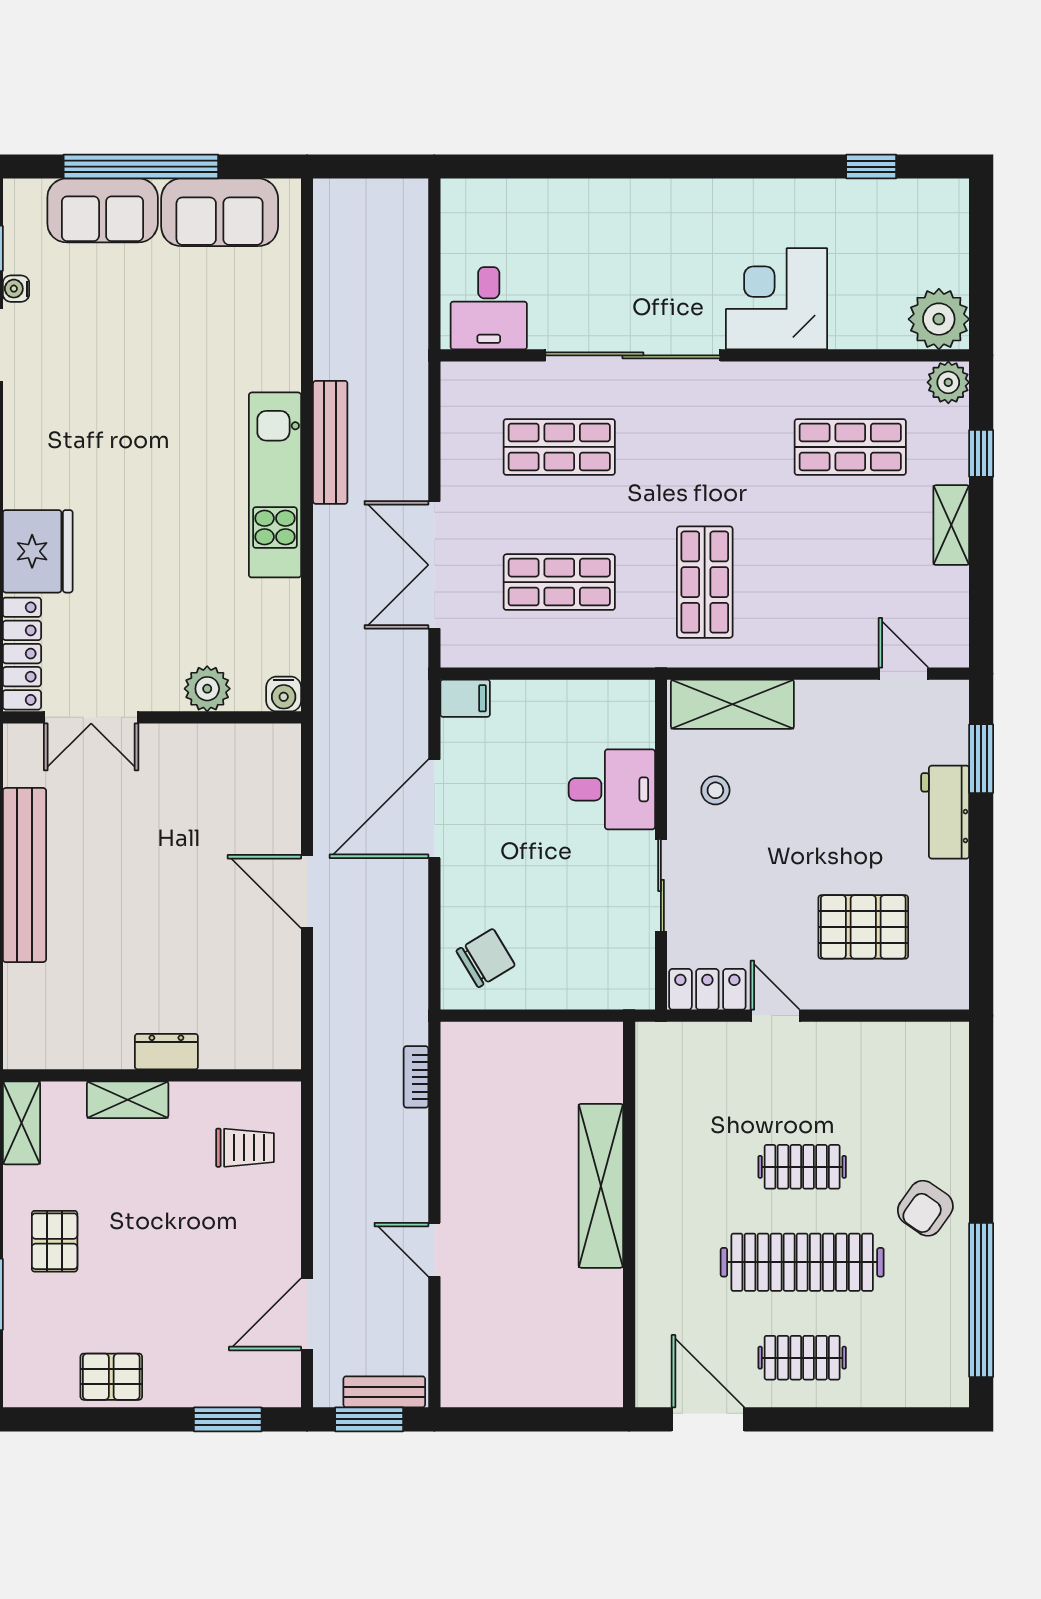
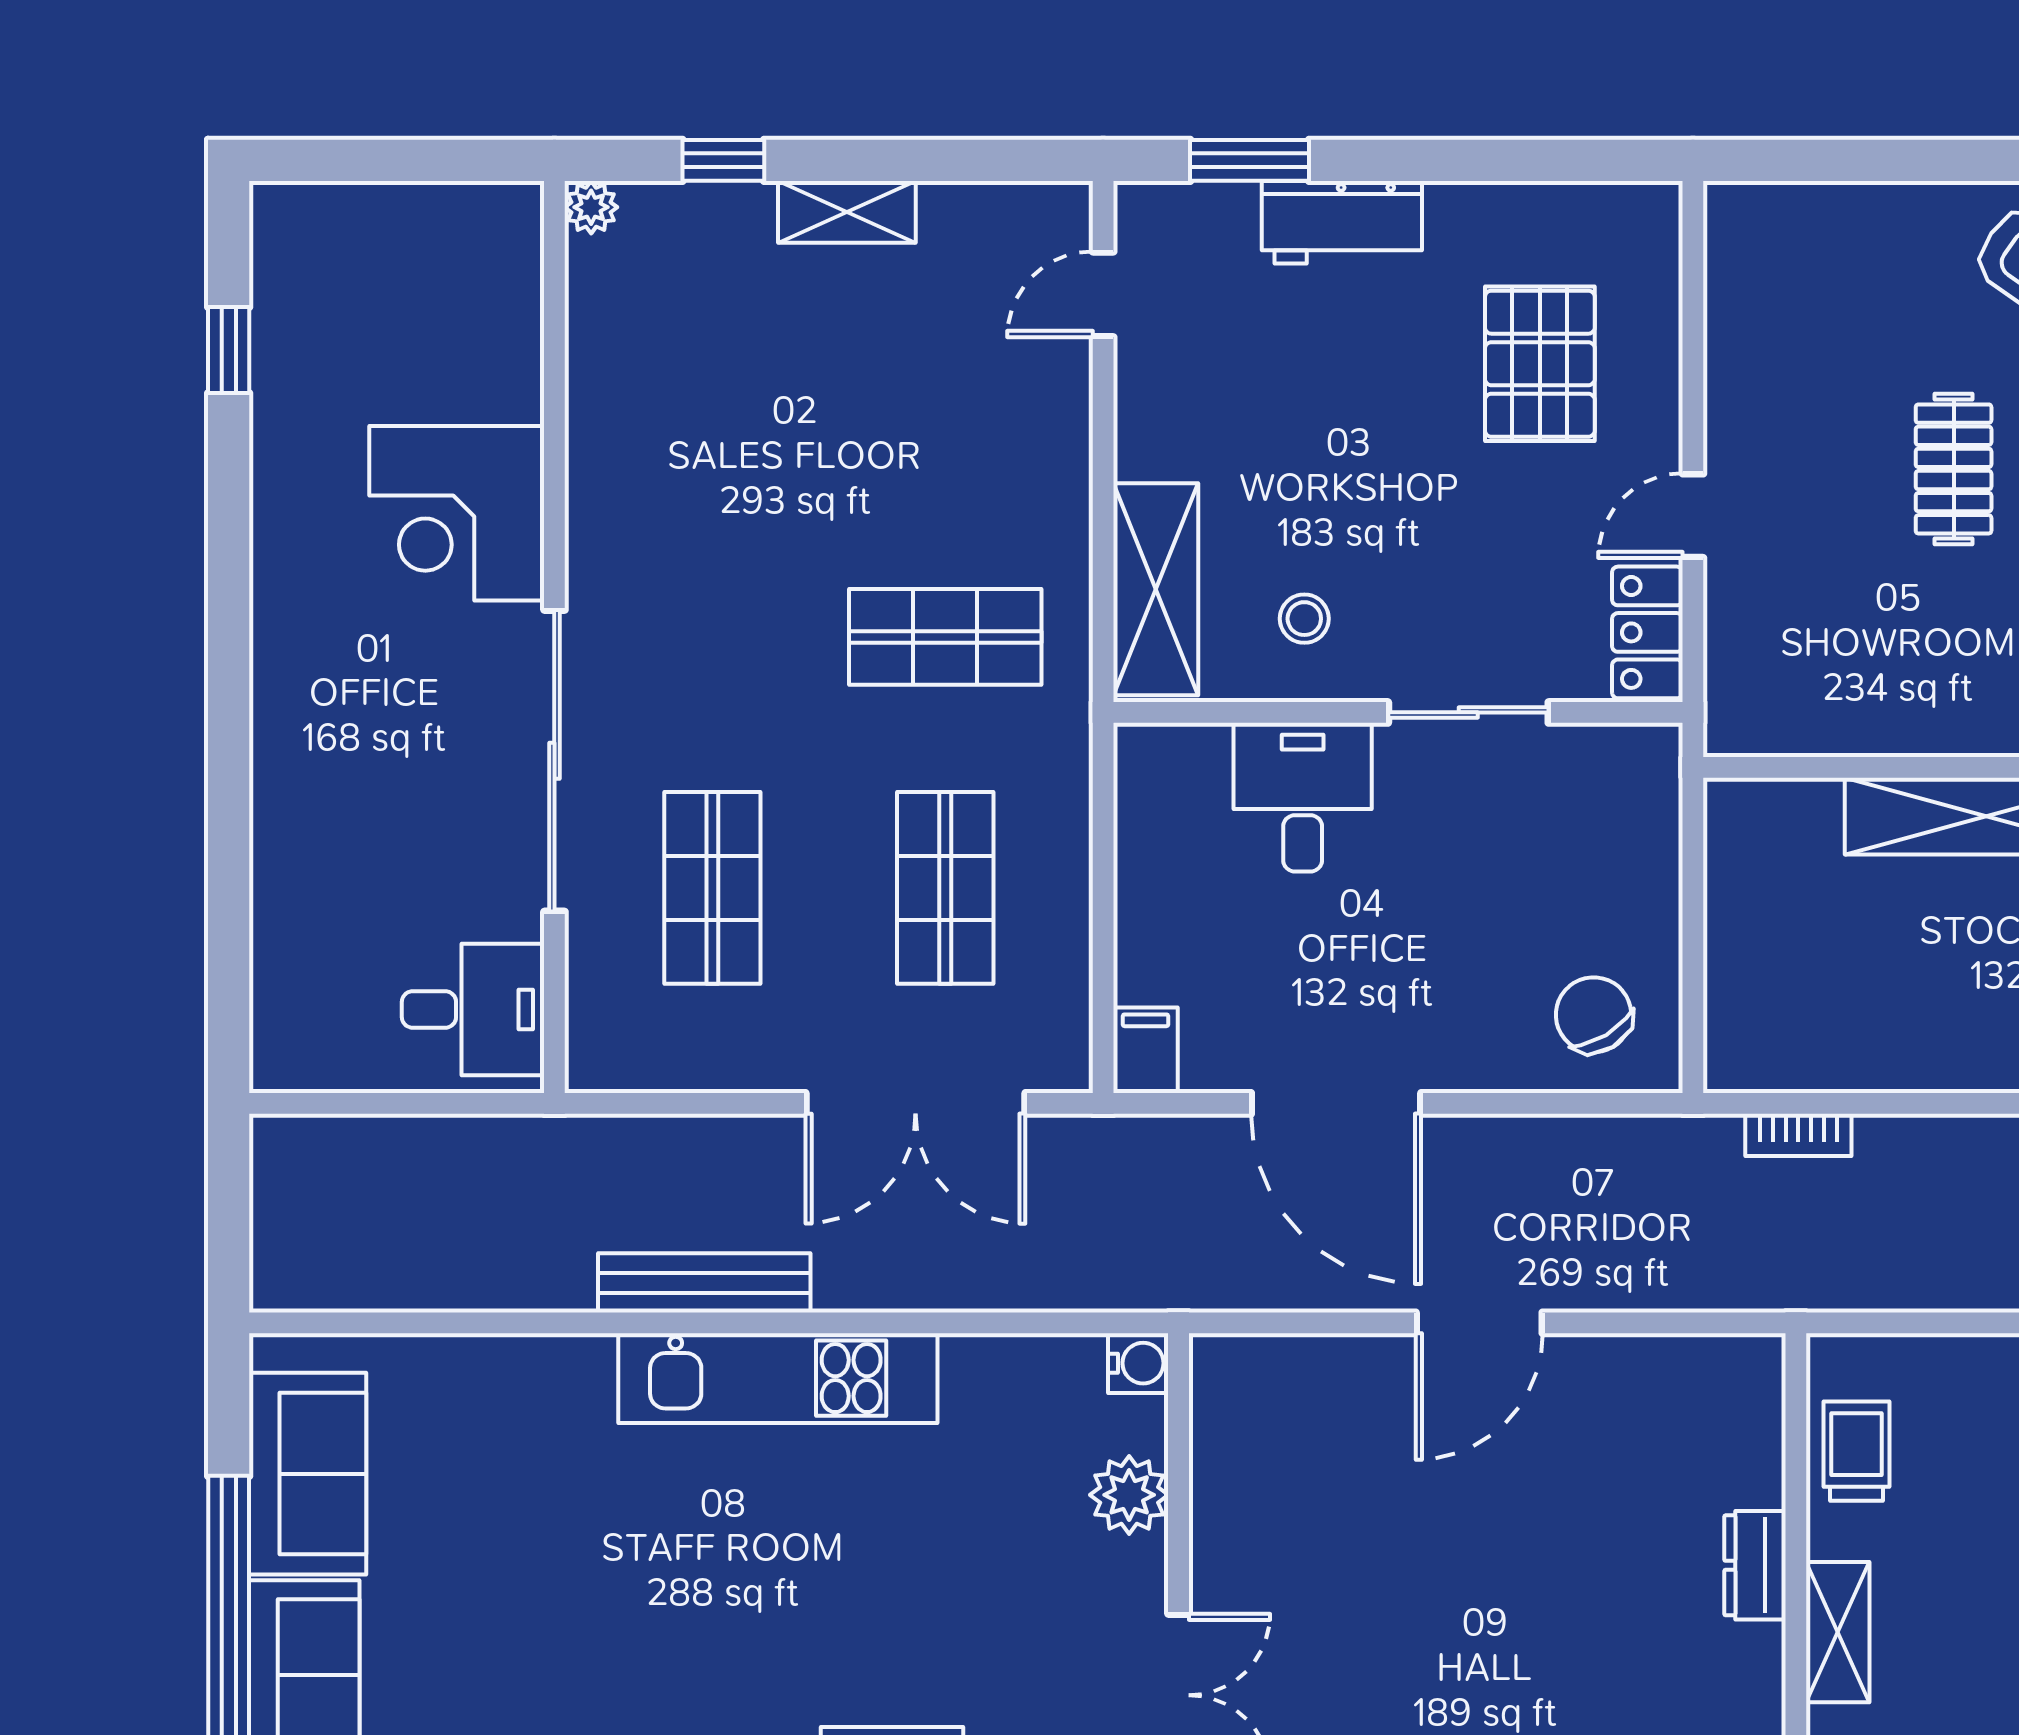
plant: (939, 319) -> (492, 233), removed
plant: (948, 382) -> (591, 207), width x0.73, depth x0.73
shop shelf: (850, 447) -> (712, 386), removed
trolley: (245, 1148) -> (1856, 1451), moved

